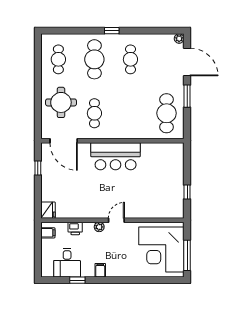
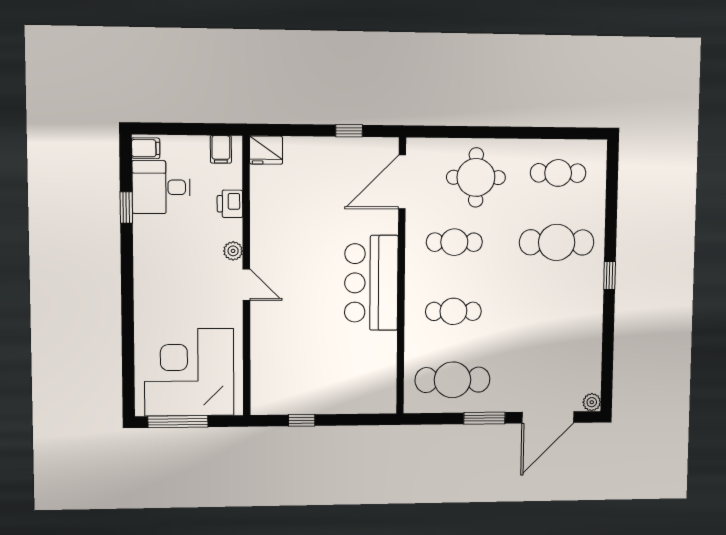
cafe table: (130, 59) -> (453, 311), moved
filing cabinet: (100, 270) -> (146, 148), moved

